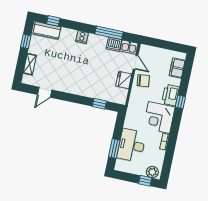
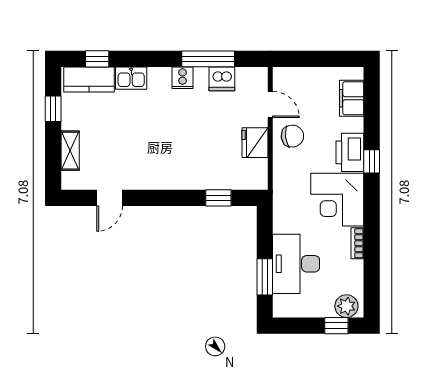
cooker: (82, 37) -> (183, 78), moved
kitchen sink: (129, 47) -> (131, 78), moved

